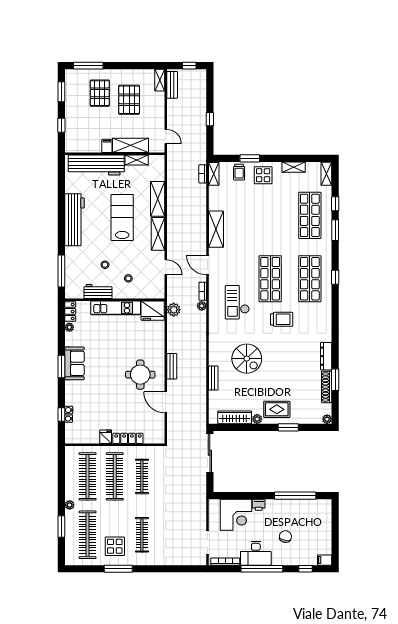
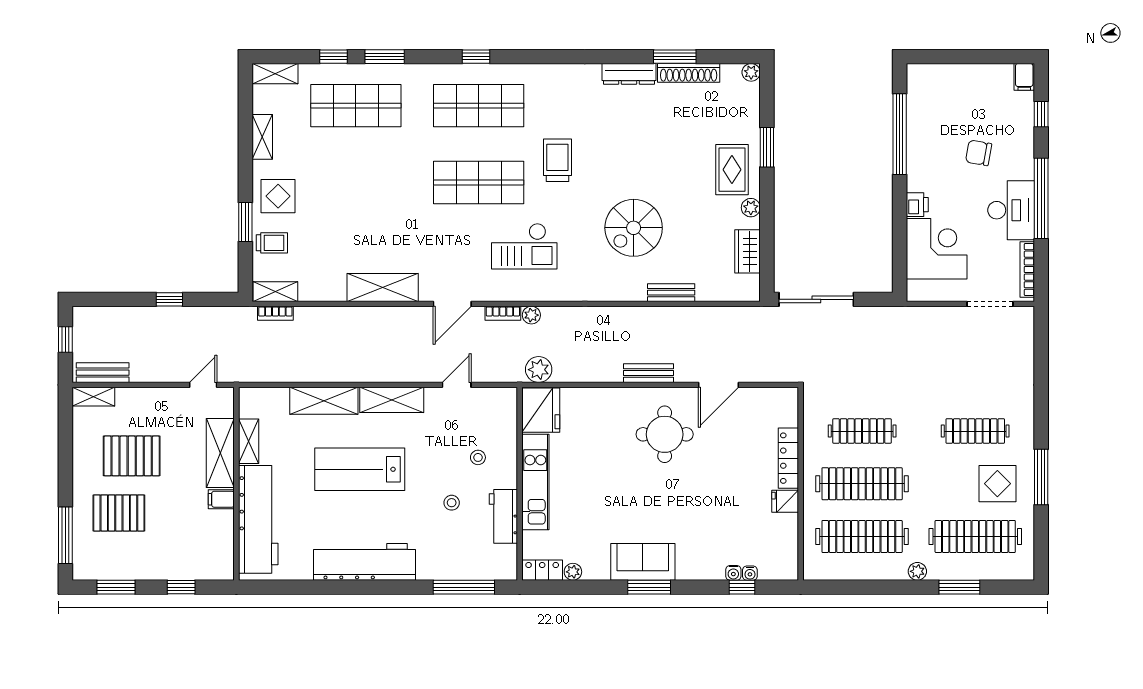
spiral stairs: (247, 359) -> (634, 228), turned 180
wardrobe: (235, 417) -> (748, 251), width x0.67

